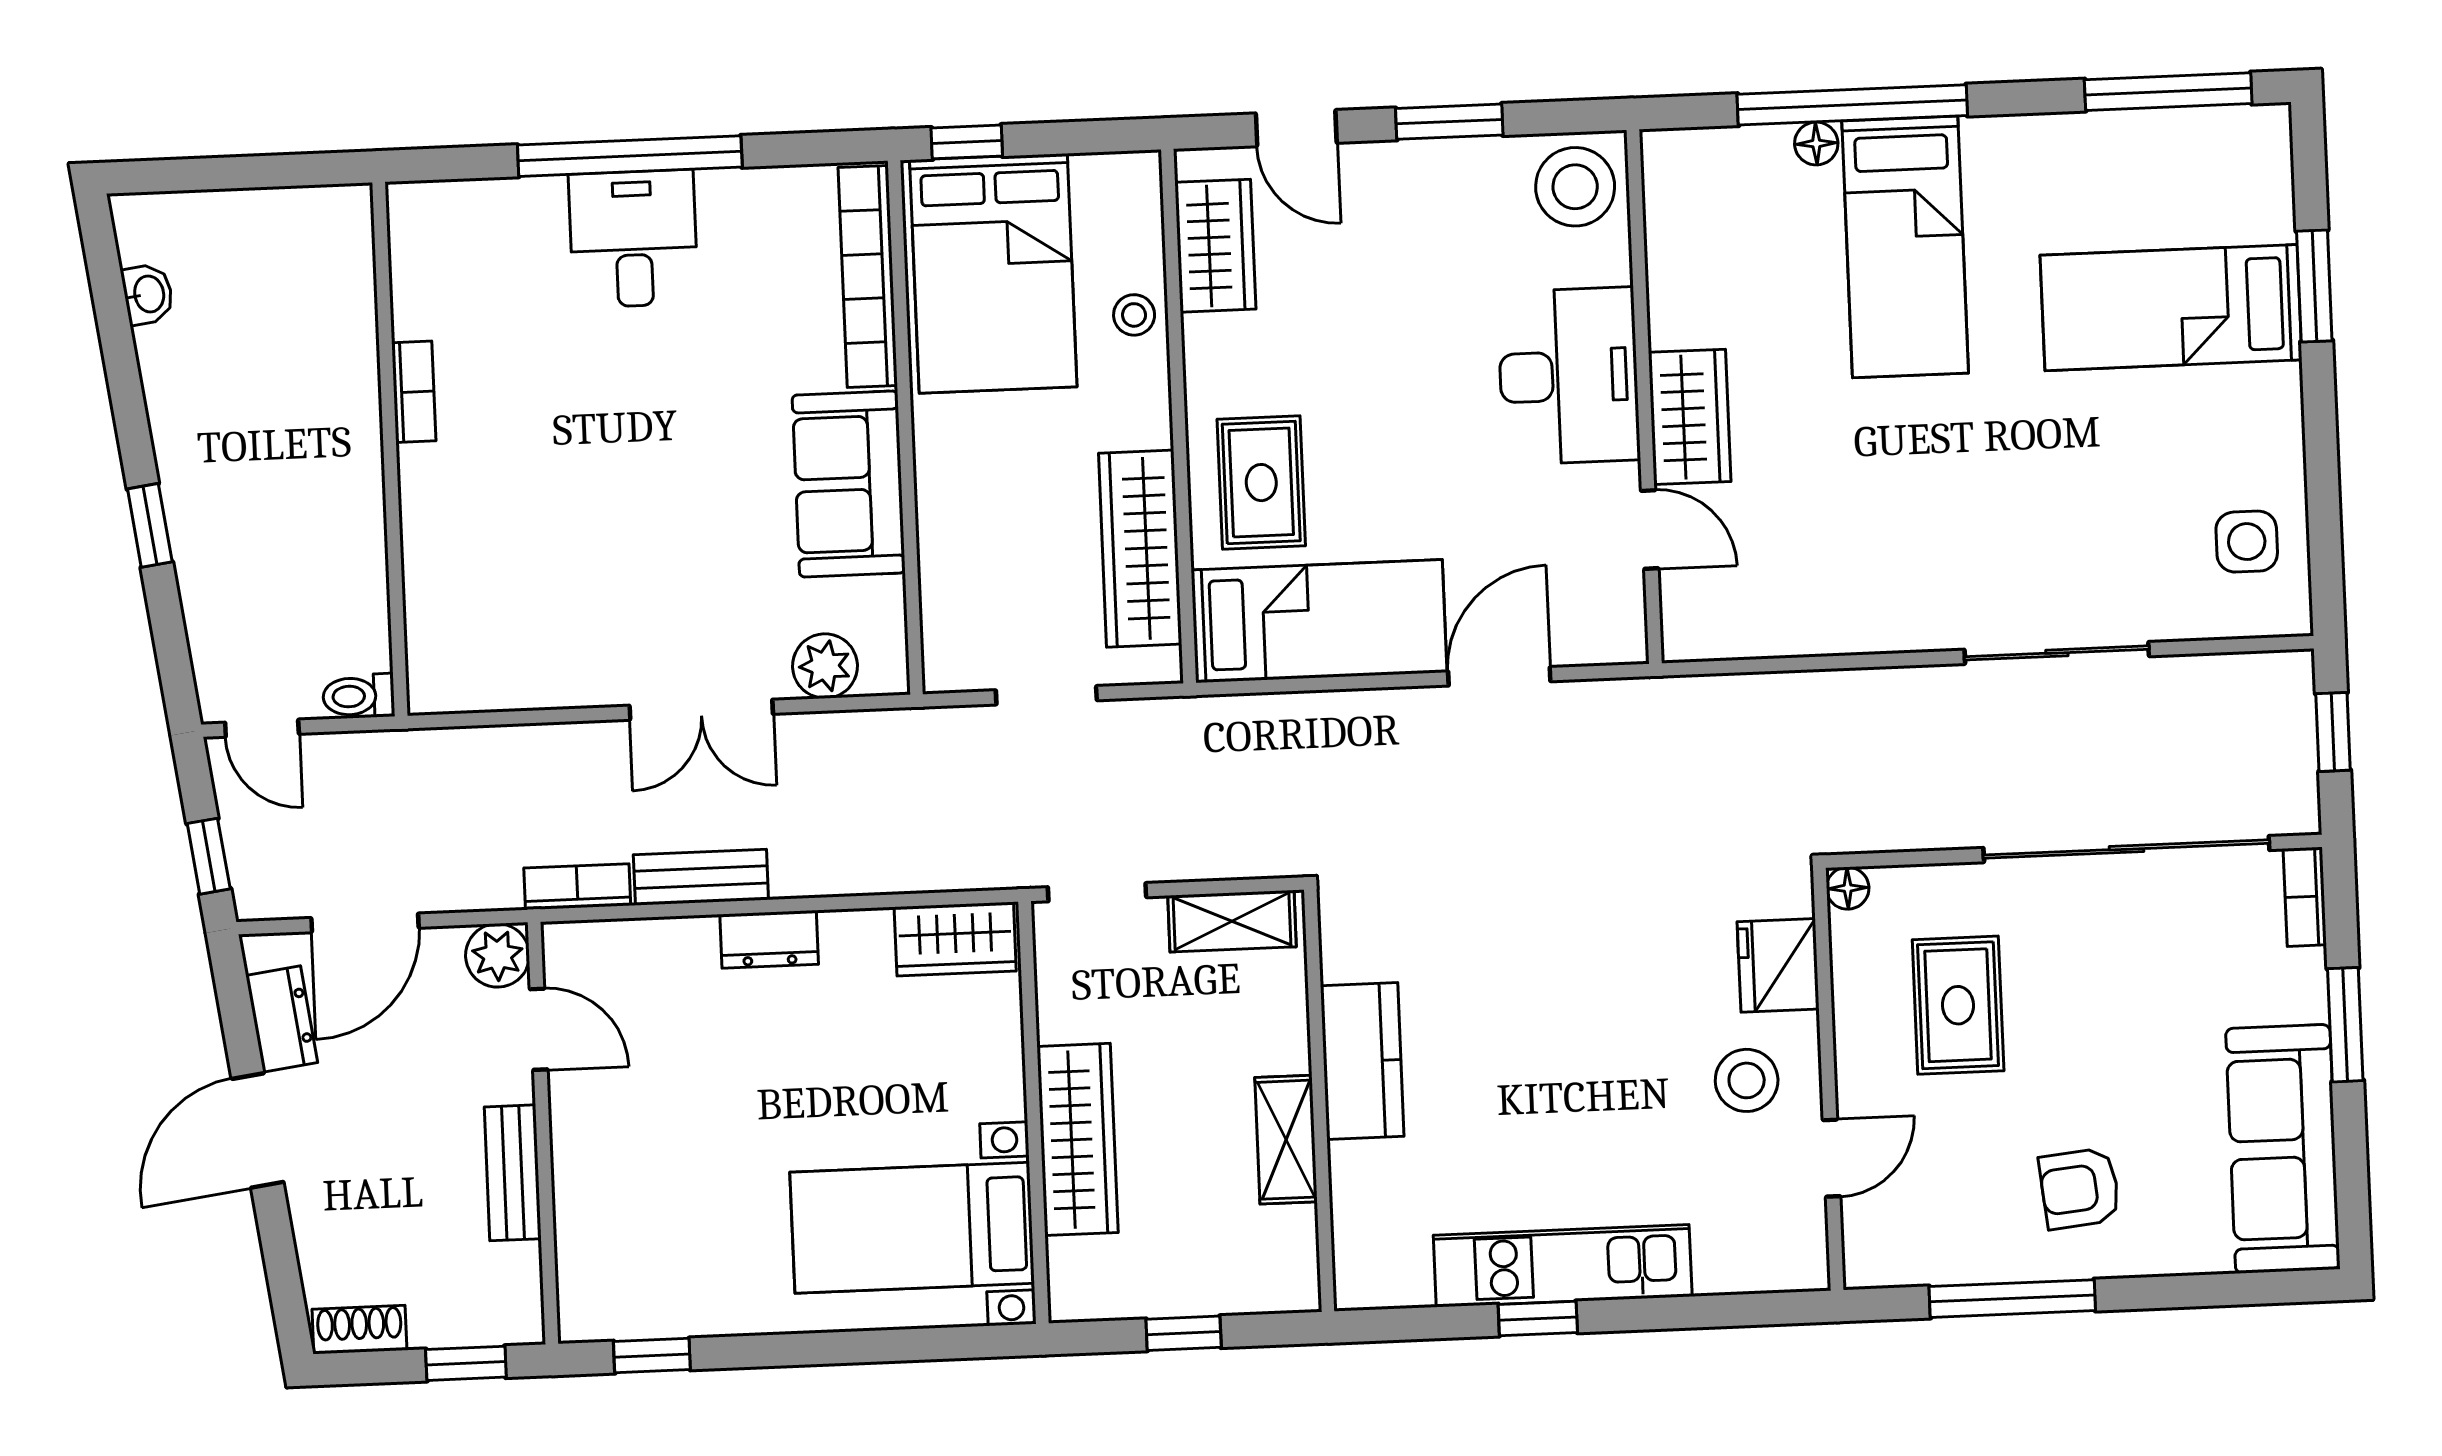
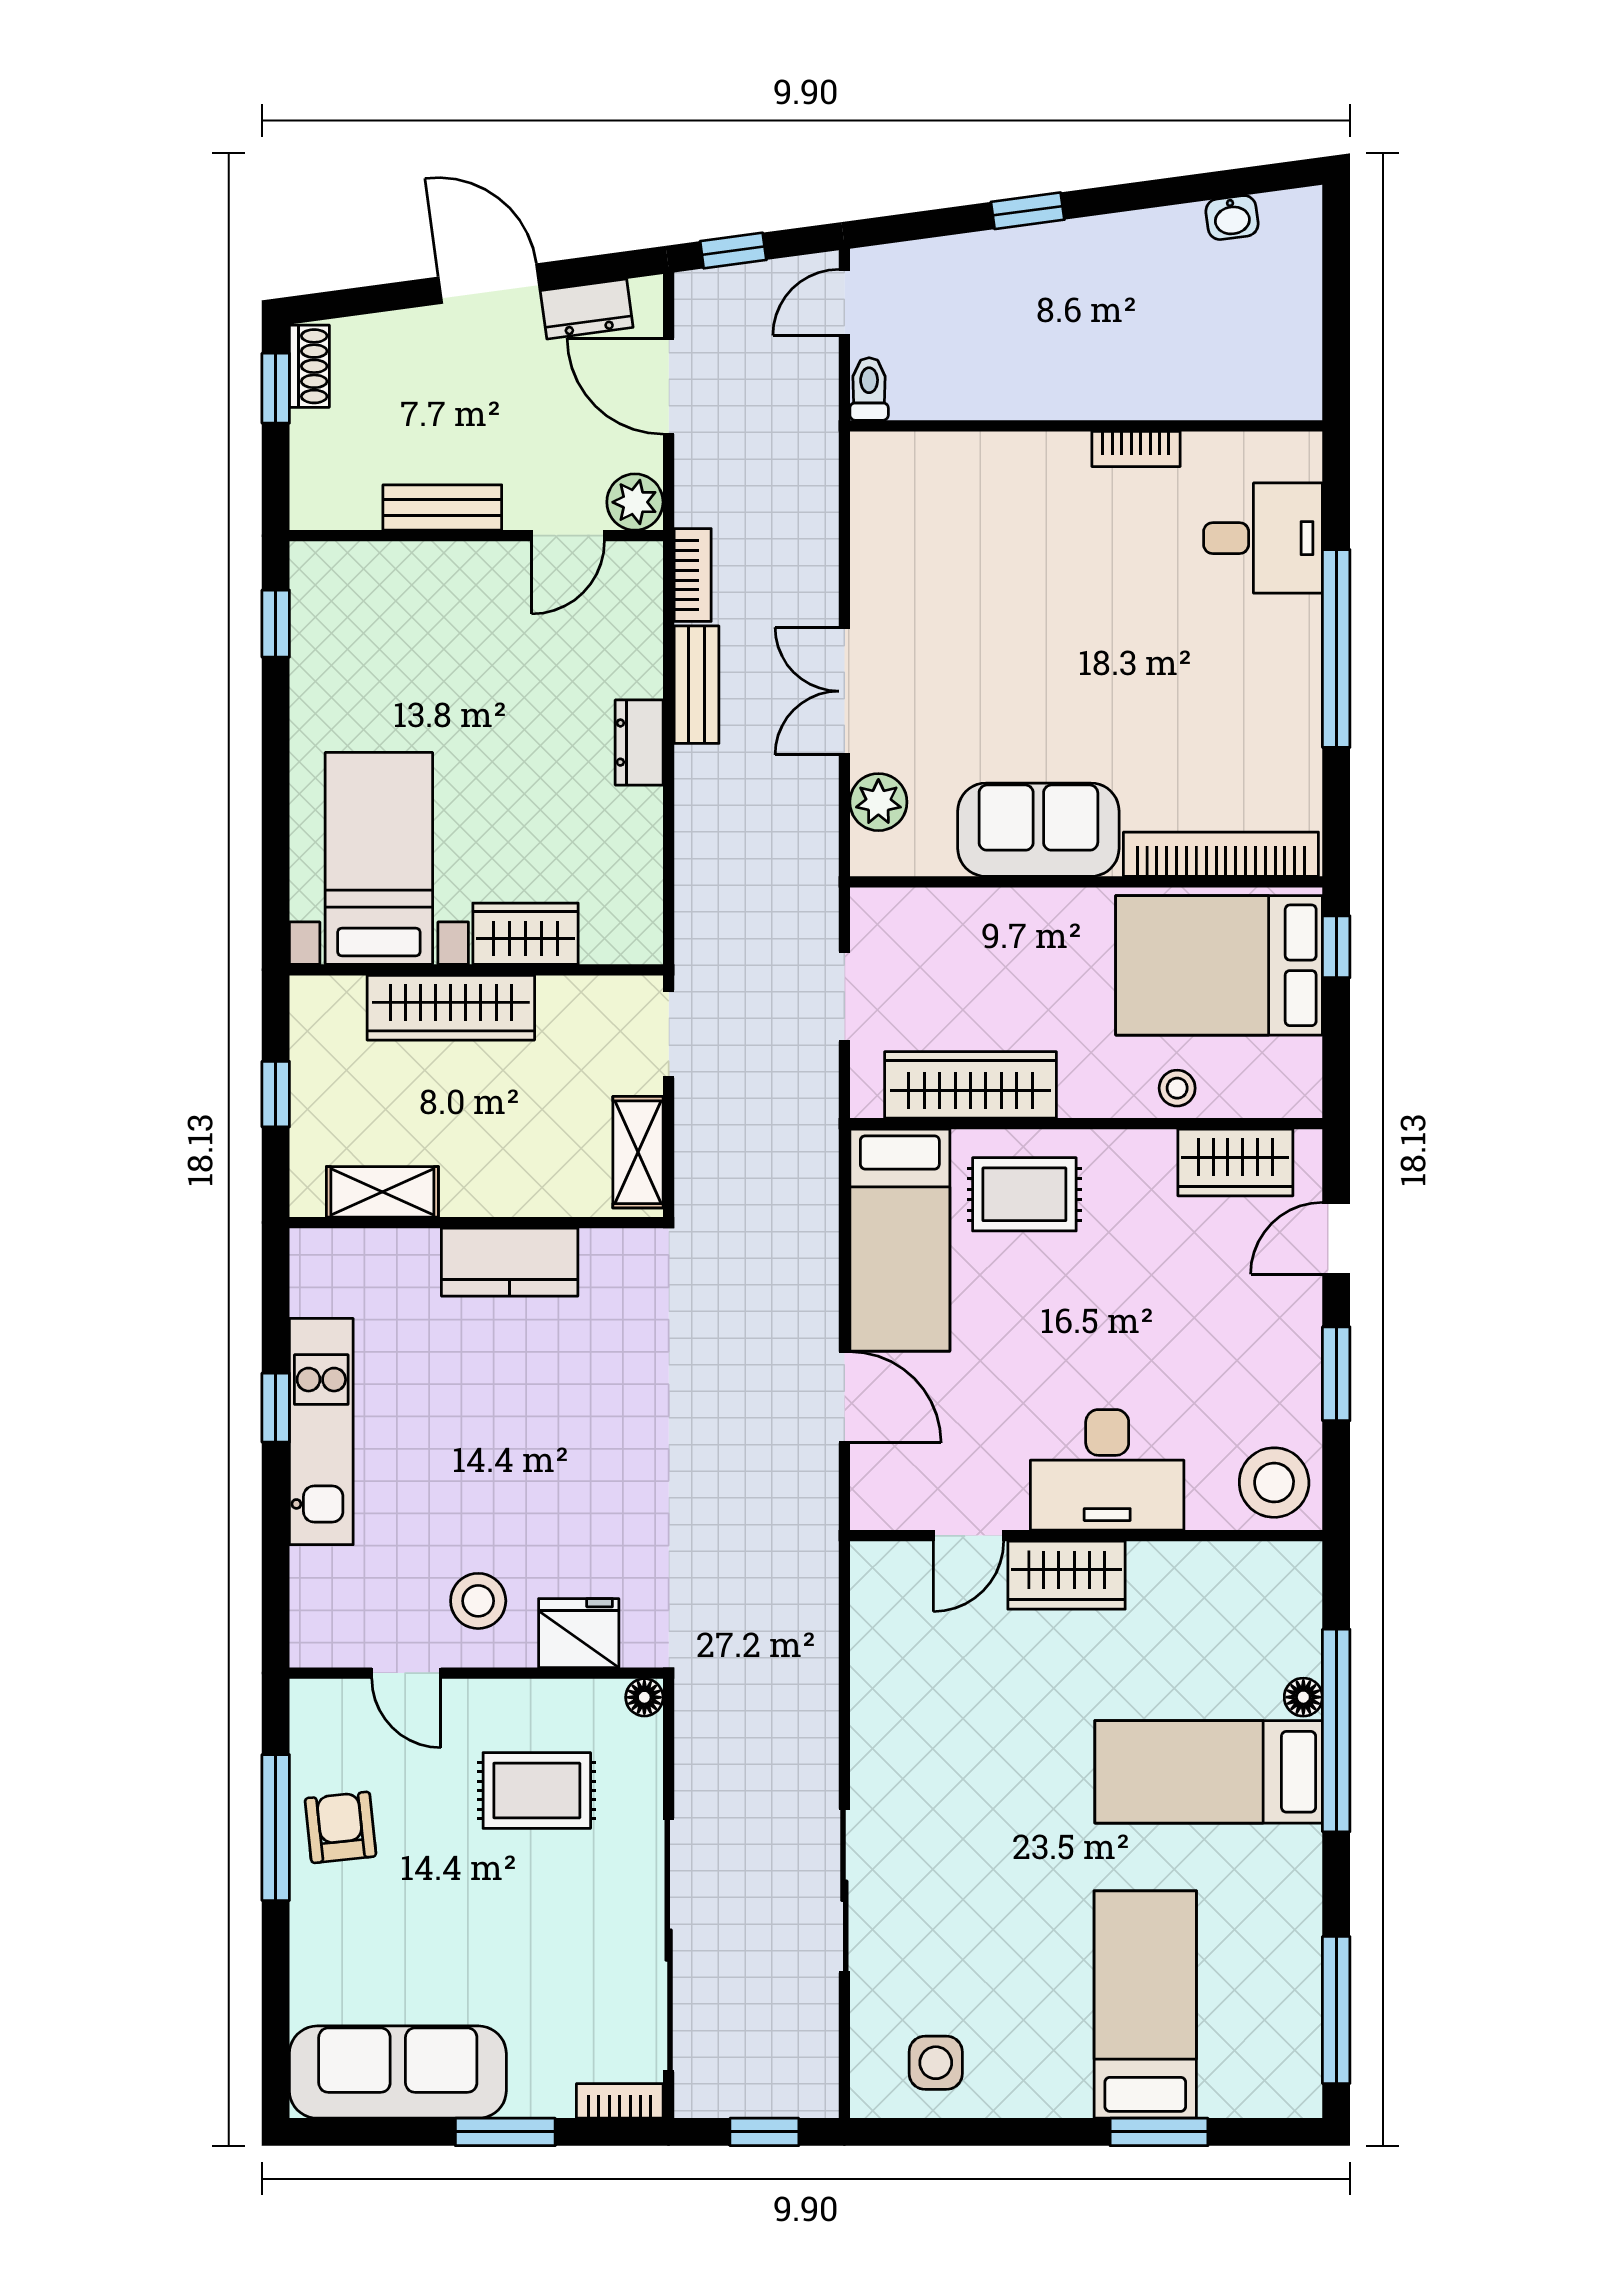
desk: (633, 239) -> (1263, 538), moved
wardrobe: (955, 939) -> (526, 934), moved, turned 90
shelving: (1286, 1140) -> (382, 1192), moved
armchair: (2080, 1188) -> (341, 1827), moved
window: (466, 1363) -> (276, 388), moved

